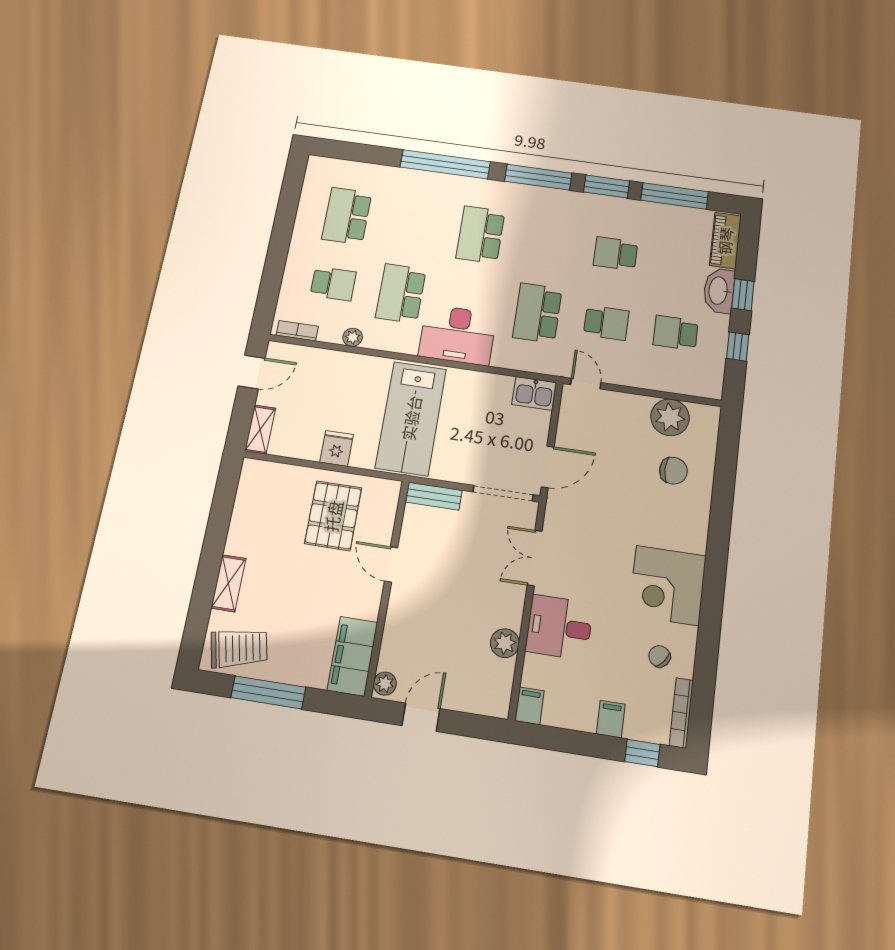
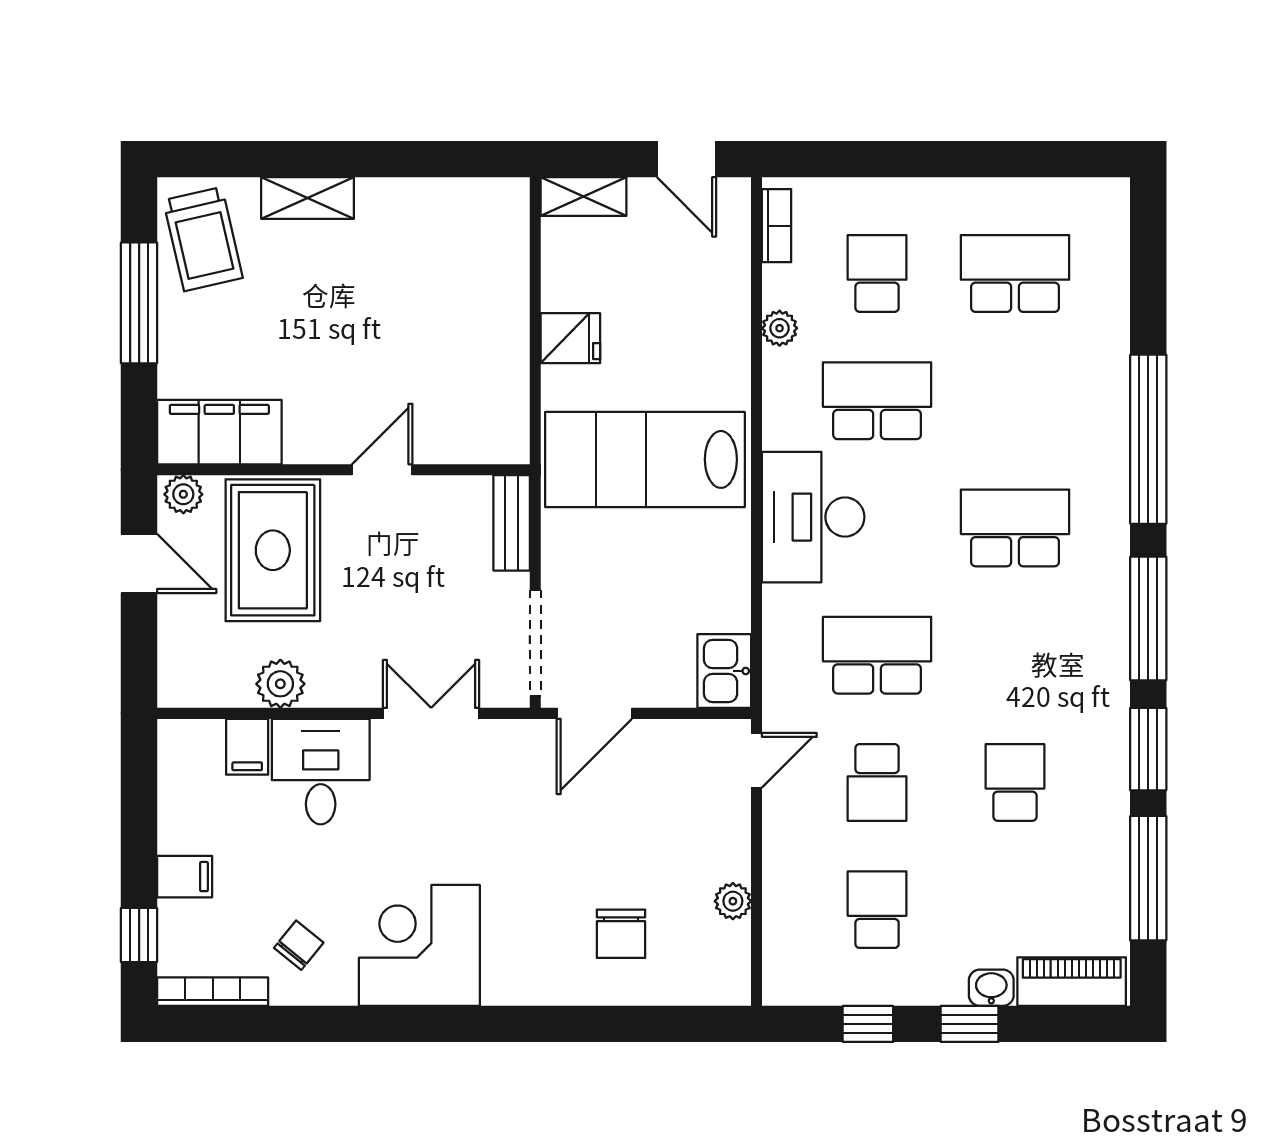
school desk: (333, 284) -> (877, 273), turned 180
washbasin: (719, 291) -> (991, 988), width x0.52, depth x0.69
plant: (670, 417) -> (733, 901), width x0.53, depth x0.53
door: (548, 467) -> (594, 713), hinge flipped
pallet: (333, 516) -> (451, 355), removed
rug: (426, 635) -> (273, 550), added
filing cabinet: (529, 706) -> (247, 747), moved, turned 90

